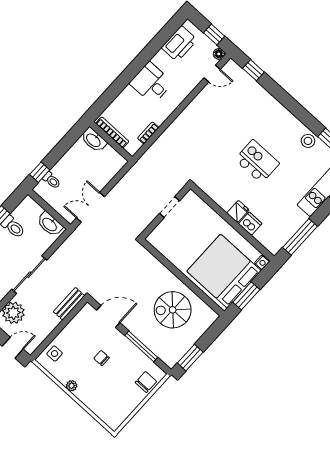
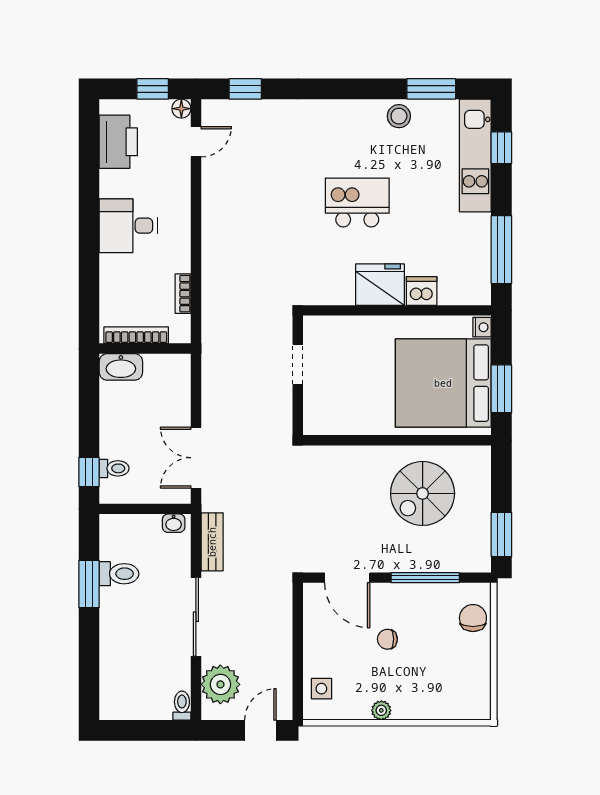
fridge: (238, 212) -> (380, 285), width x1.88, depth x1.34
washbasin: (50, 224) -> (174, 523), width x0.52, depth x0.69
bench: (69, 304) -> (212, 542), moved
door: (108, 316) -> (347, 578), swing flipped

